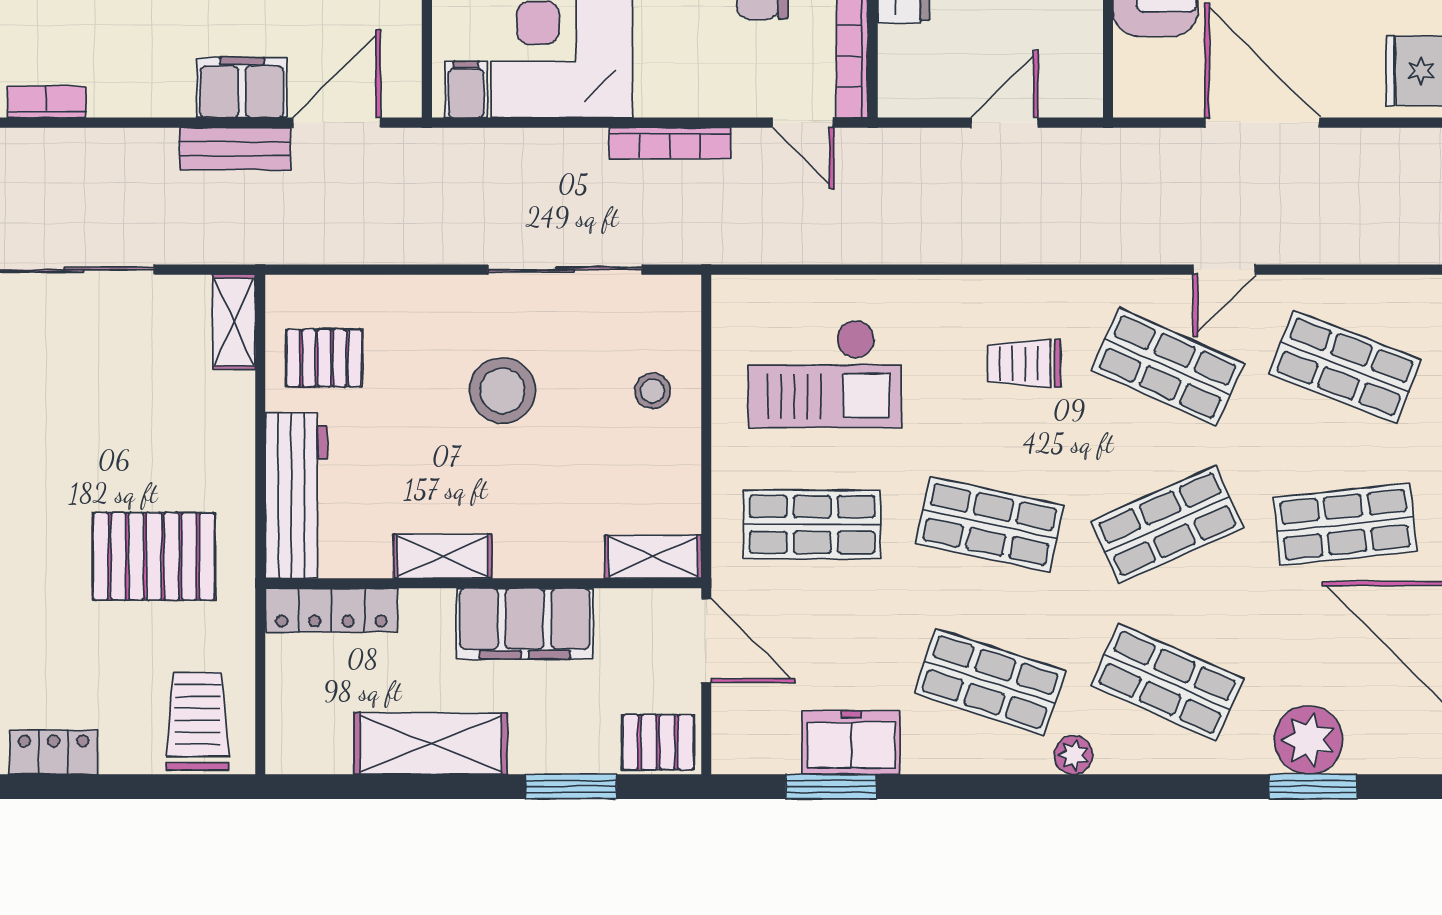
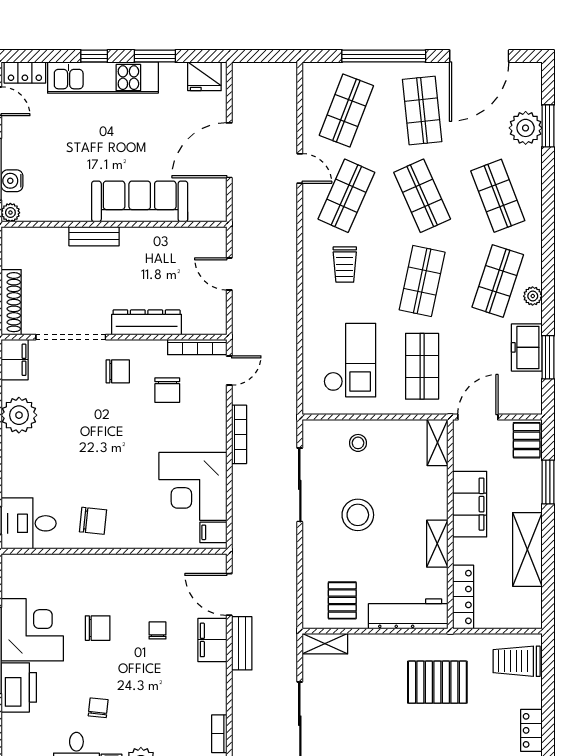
pallet: (154, 556) -> (437, 682), turned 90
shop shelf: (1167, 682) -> (498, 196), turned -45
plant: (1073, 755) -> (533, 296), moved

